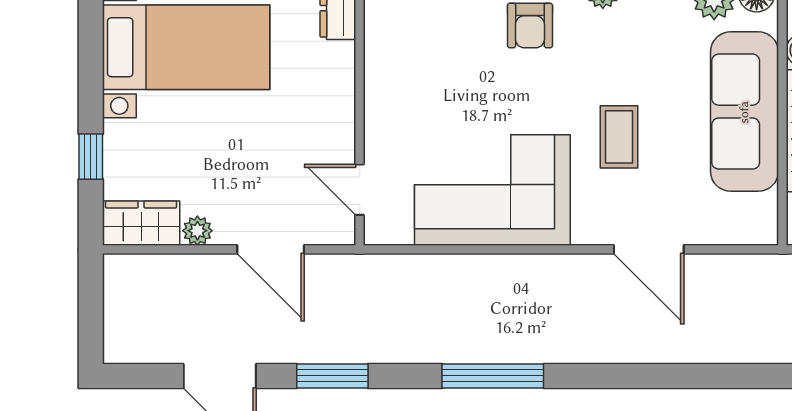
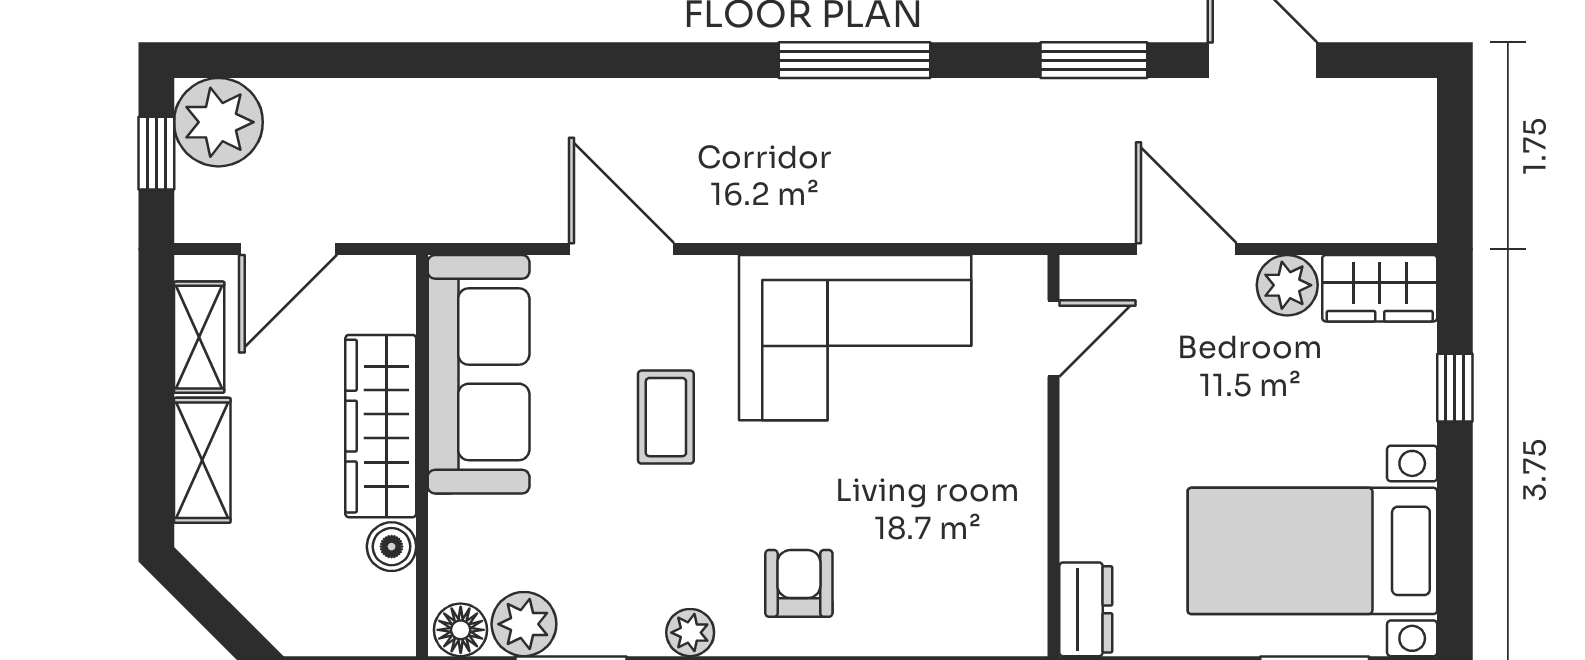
sofa: (744, 112) -> (479, 374), moved
door: (360, 190) -> (1053, 338), hinge flipped
plant: (197, 231) -> (1287, 285), width x1.38, depth x1.38

